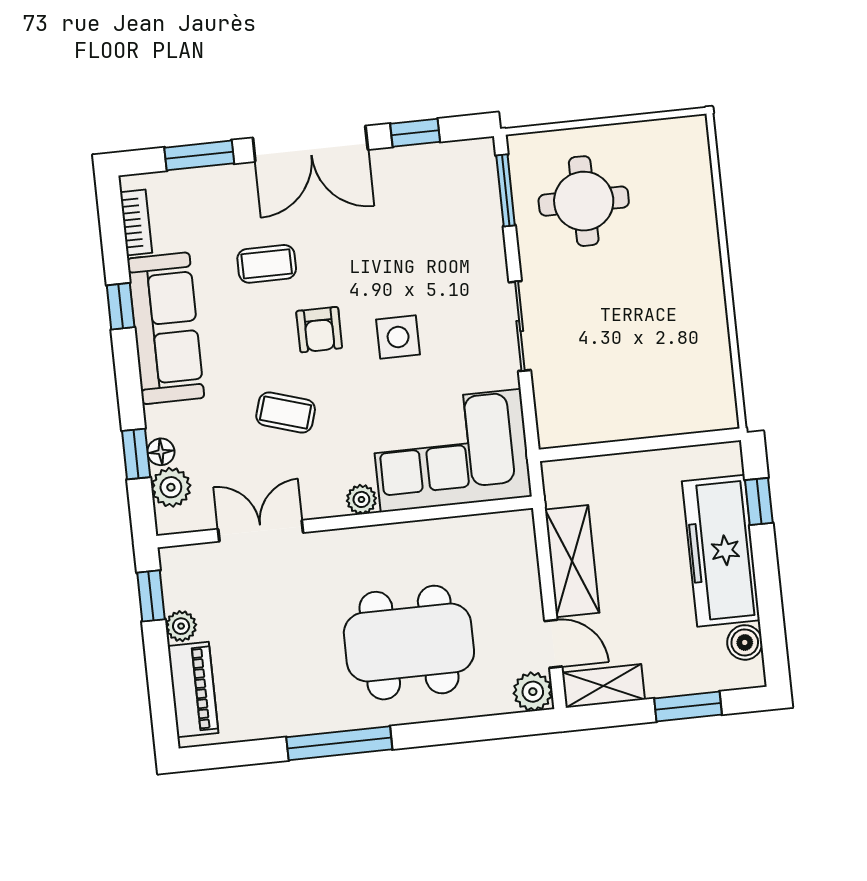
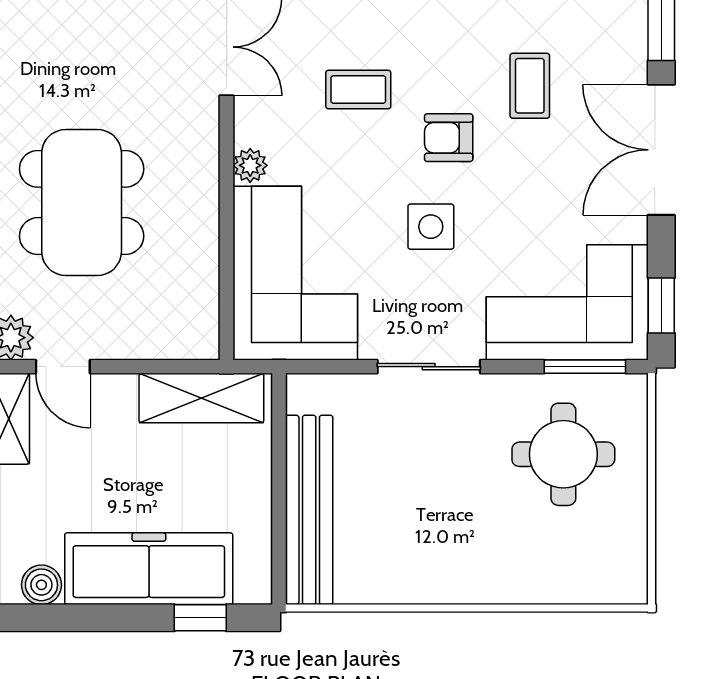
window: (415, 133) -> (661, 305), moved
corner sofa: (451, 211) -> (567, 302), added
coffee table: (286, 413) -> (358, 90), turned 73
bench: (655, 417) -> (309, 510), added
shelving: (572, 561) -> (201, 398), moved
door: (553, 644) -> (63, 367), hinge flipped

